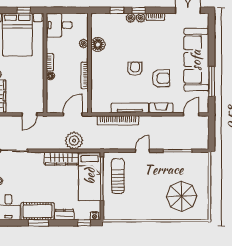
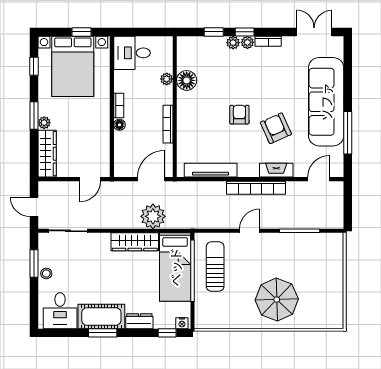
armchair: (161, 78) -> (276, 128), turned -114
tv unit: (130, 108) -> (211, 170), moved
bookcase: (118, 120) -> (256, 188), moved
parasol: (181, 196) -> (277, 300), moved

